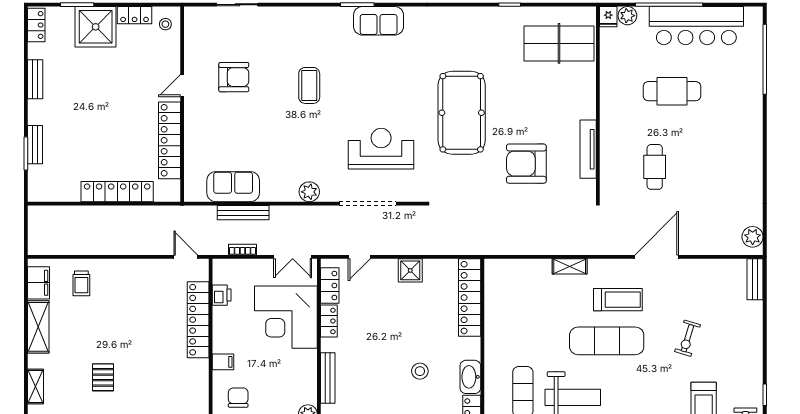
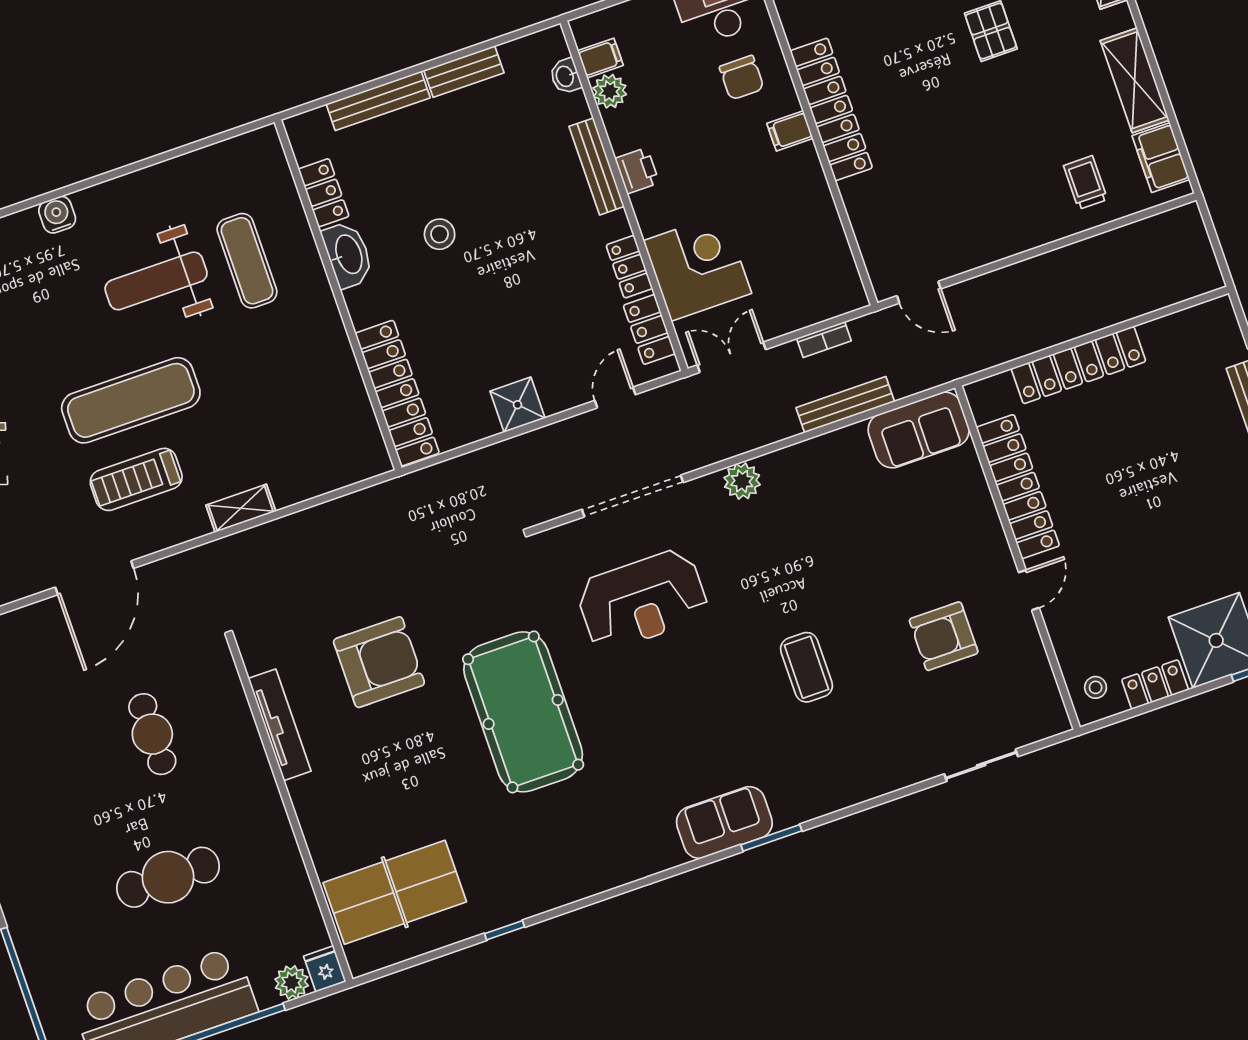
sofa: (233, 187) -> (919, 430), moved
printer: (222, 295) -> (637, 171), moved, turned 180
corner desk: (286, 317) -> (697, 267), width x0.74, depth x0.74
locker: (198, 320) -> (831, 109), moved

